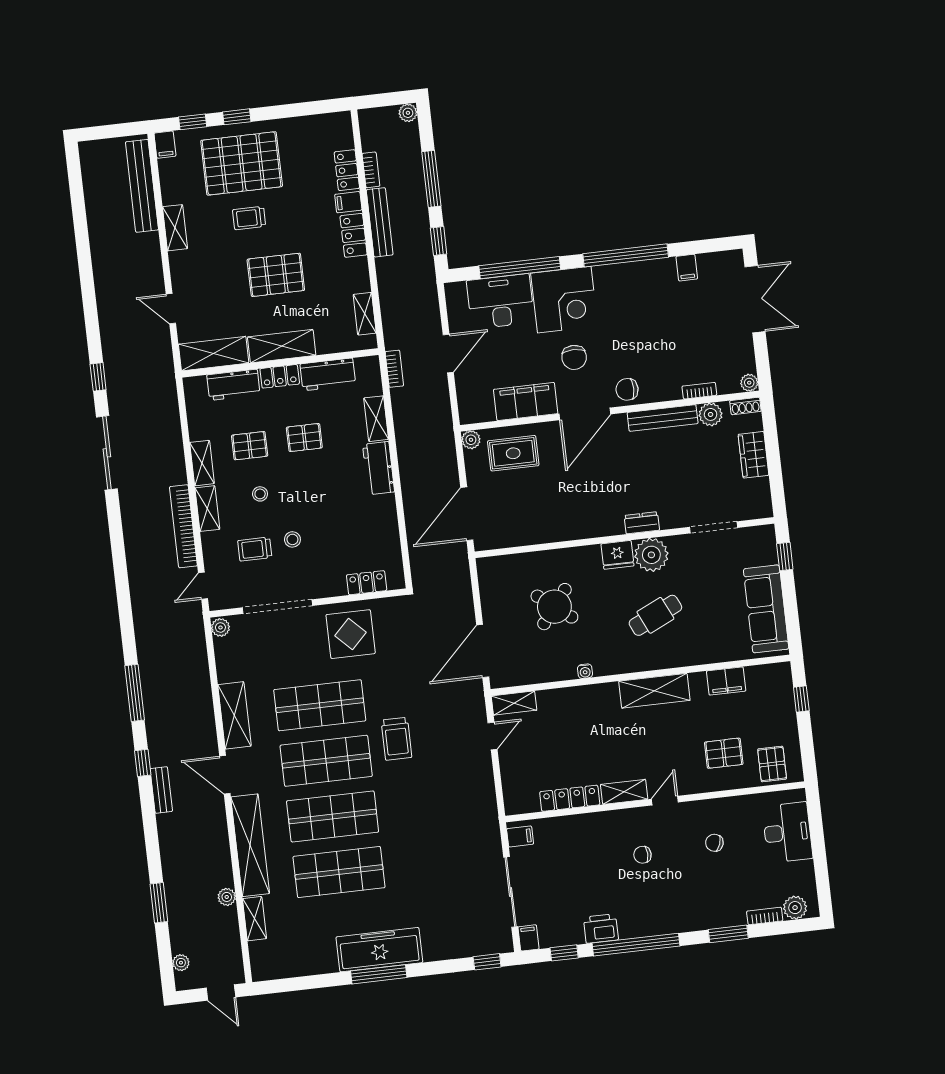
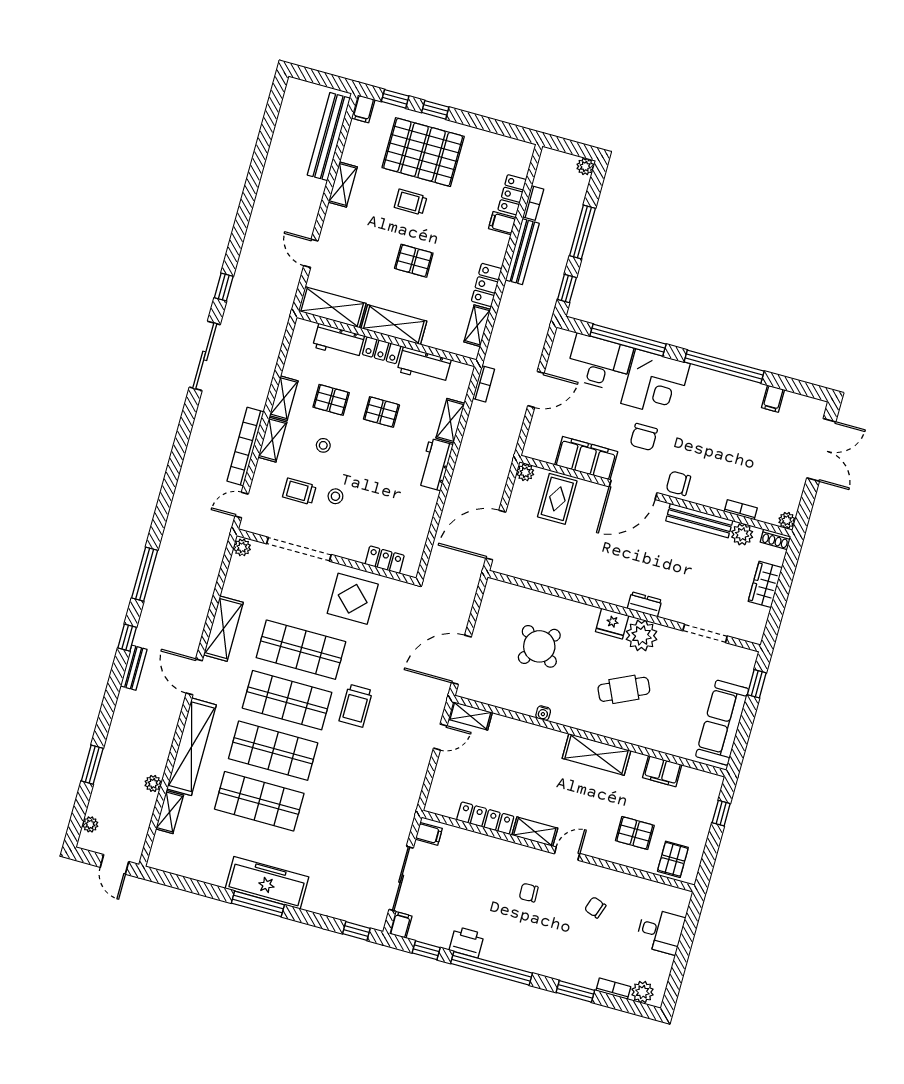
locker: (354, 235) -> (487, 285), moved
pallet: (276, 275) -> (414, 261), width x0.67, depth x0.71
rug: (513, 453) -> (557, 499), turned 90
desk: (787, 832) -> (660, 931), width x0.73

